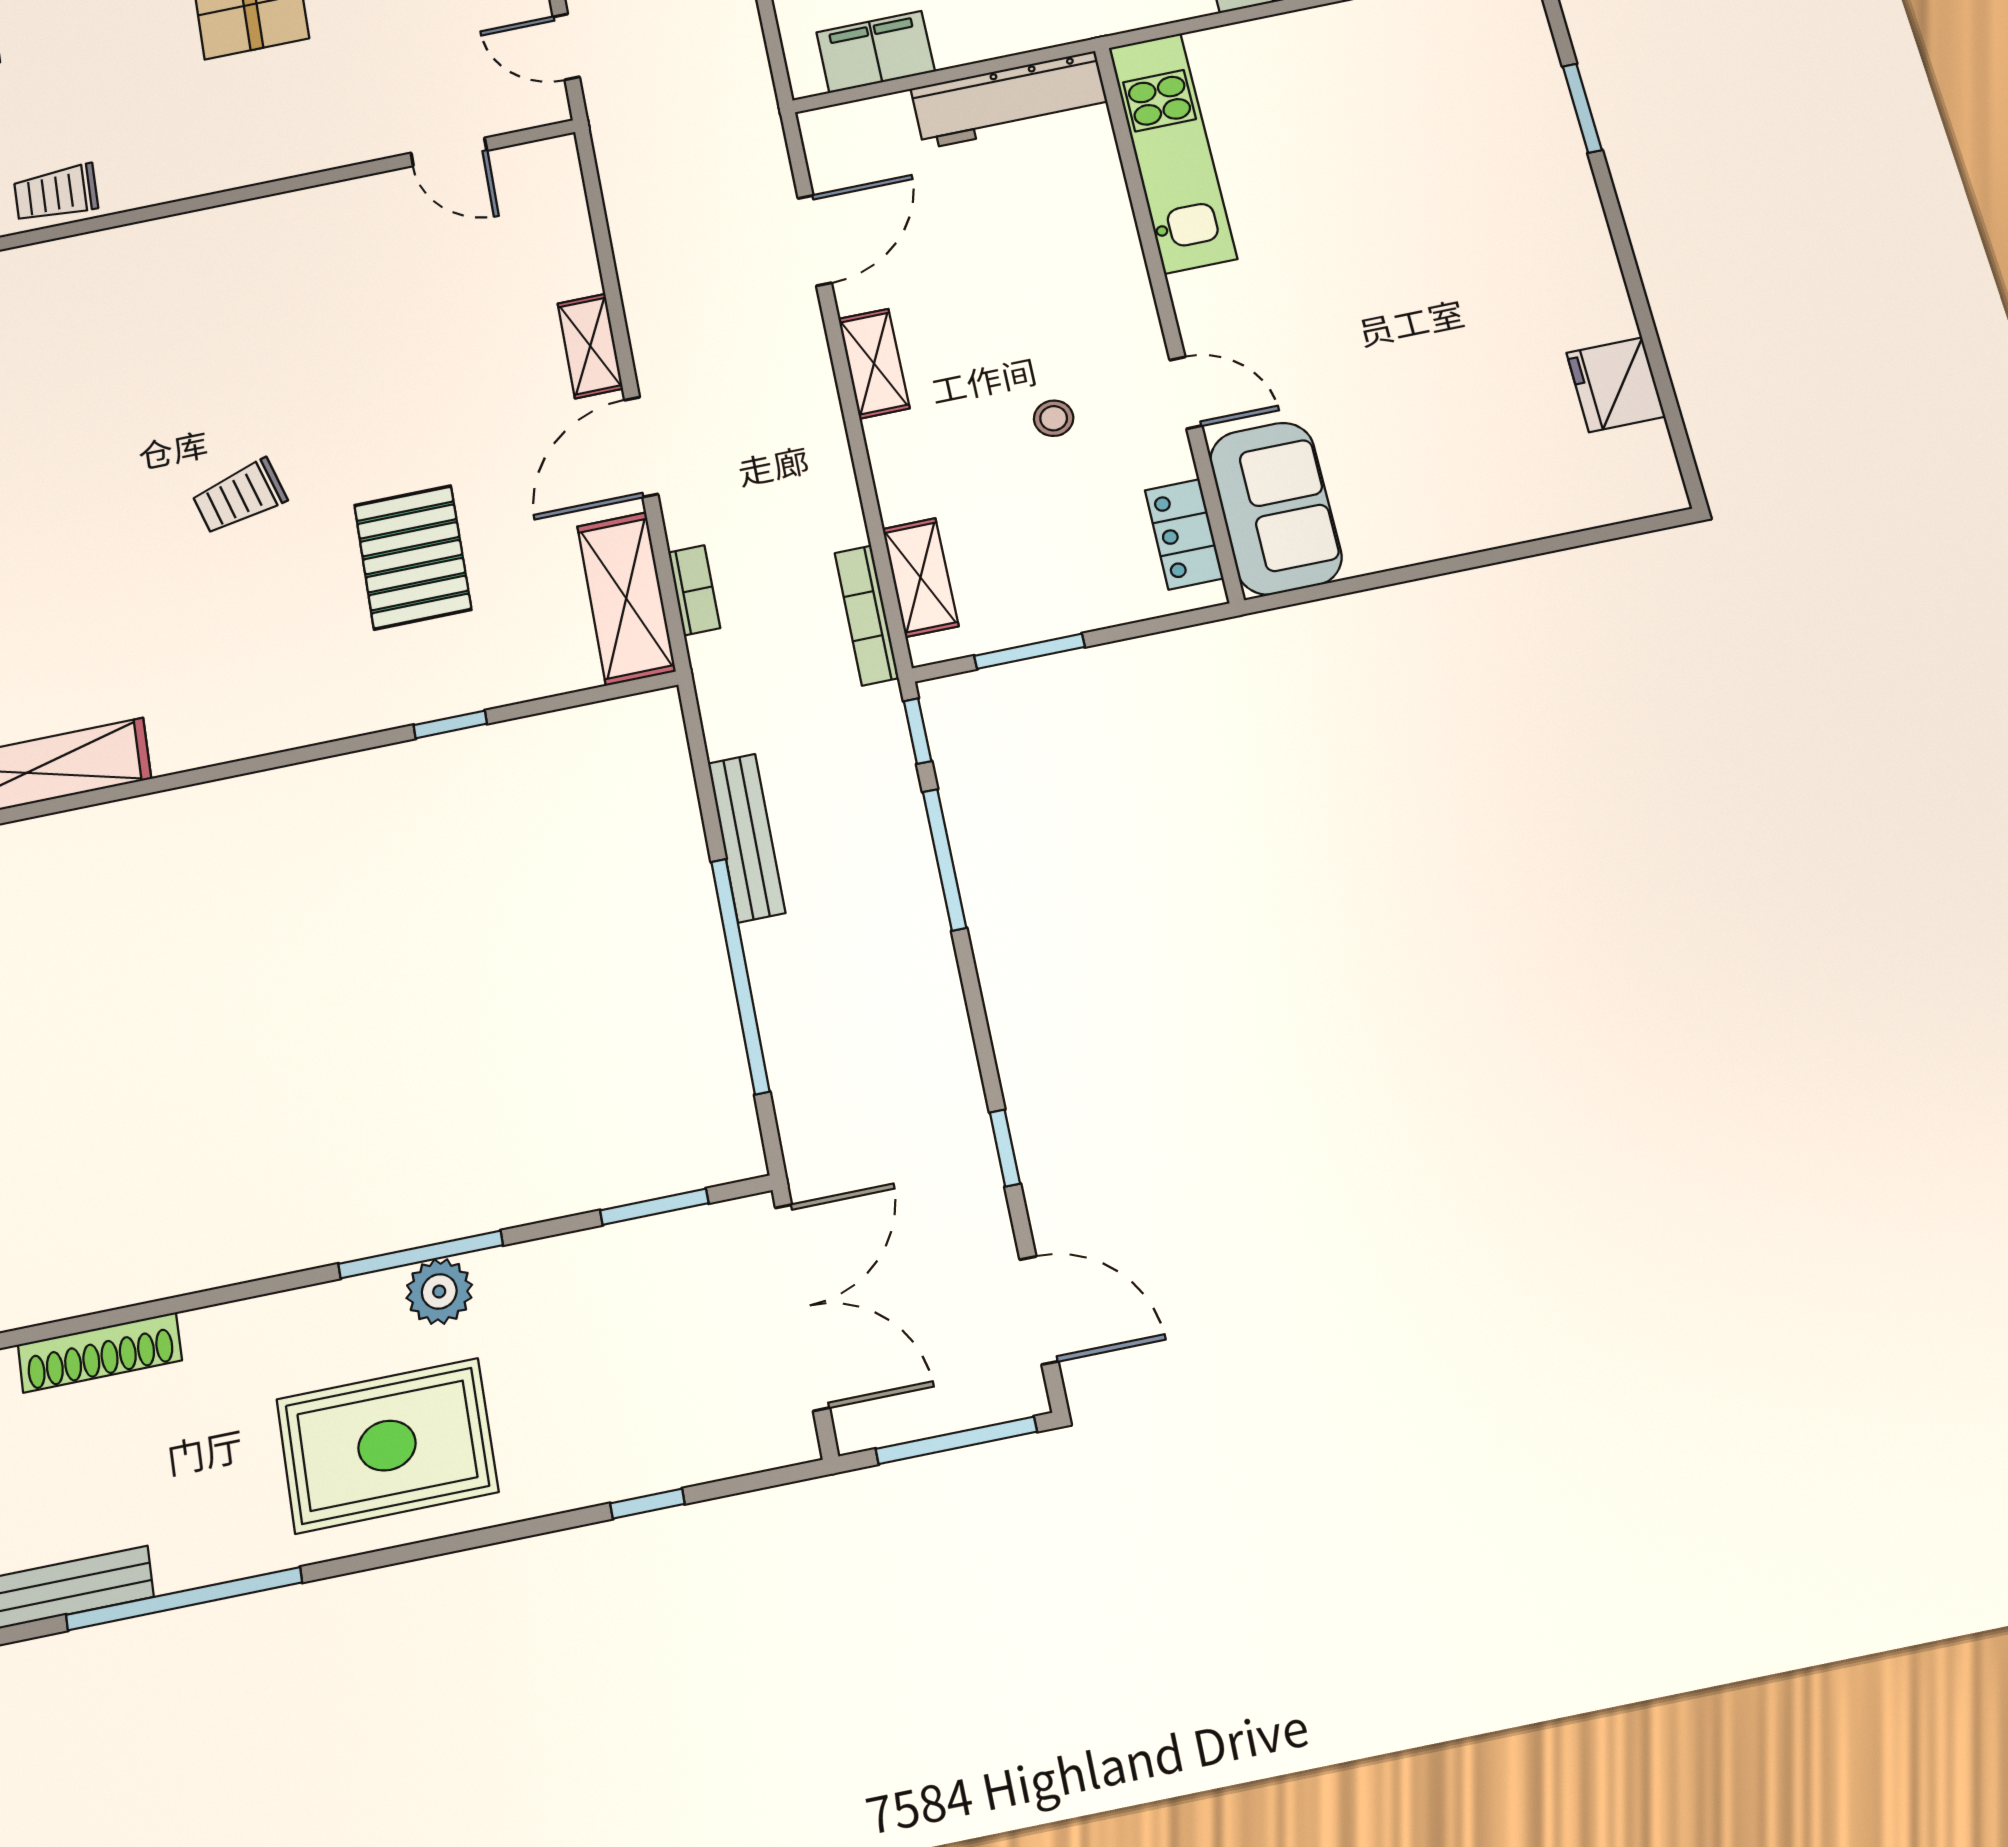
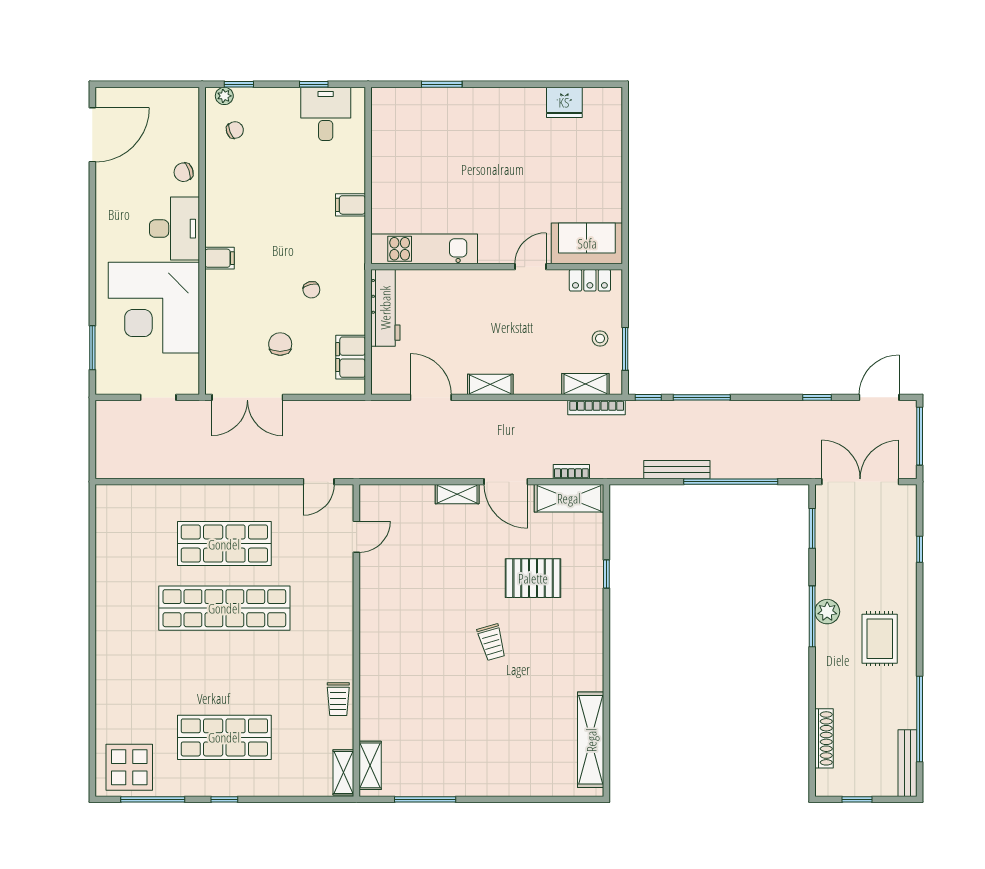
stool: (1054, 418) -> (600, 339), moved
rug: (387, 1446) -> (880, 639), width x0.73, depth x0.70

